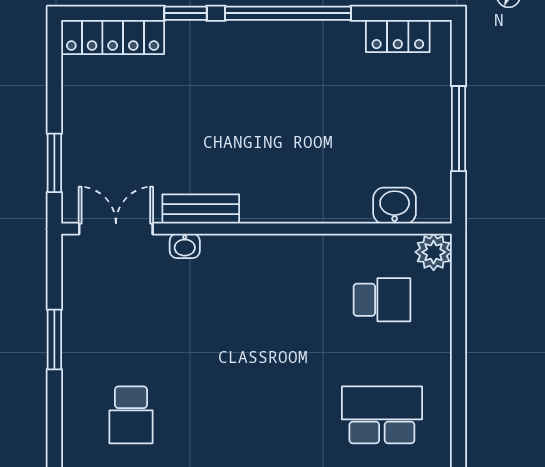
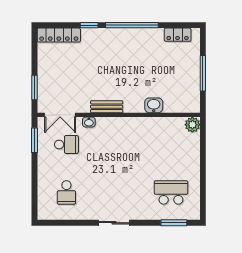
washbasin: (395, 206) -> (154, 105), moved
bench: (201, 209) -> (107, 107), moved
double door: (116, 229) -> (60, 115), swing flipped
school desk: (382, 300) -> (66, 145), moved
window: (54, 339) -> (35, 140), moved

